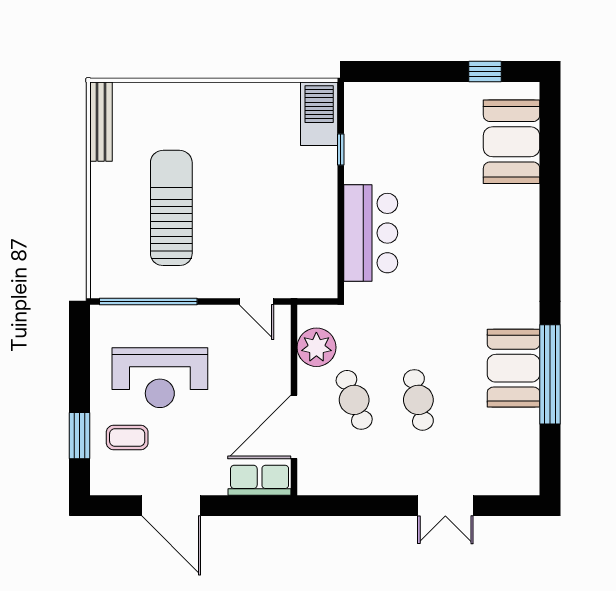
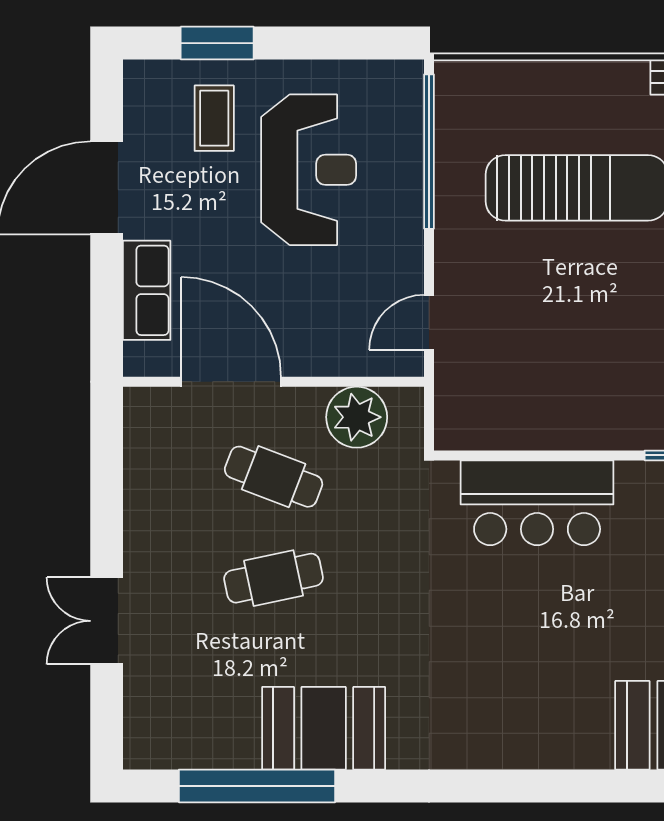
window: (550, 374) -> (257, 786), moved
reception desk: (160, 378) -> (309, 170), turned 180
cafe table: (354, 400) -> (274, 477), turned 42
row of seats: (260, 480) -> (147, 290), moved

